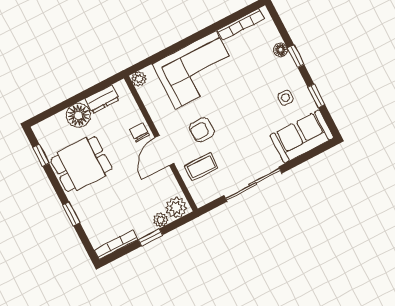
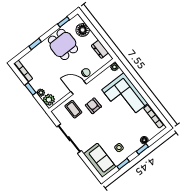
floor lamp: (78, 115) -> (83, 30), moved

